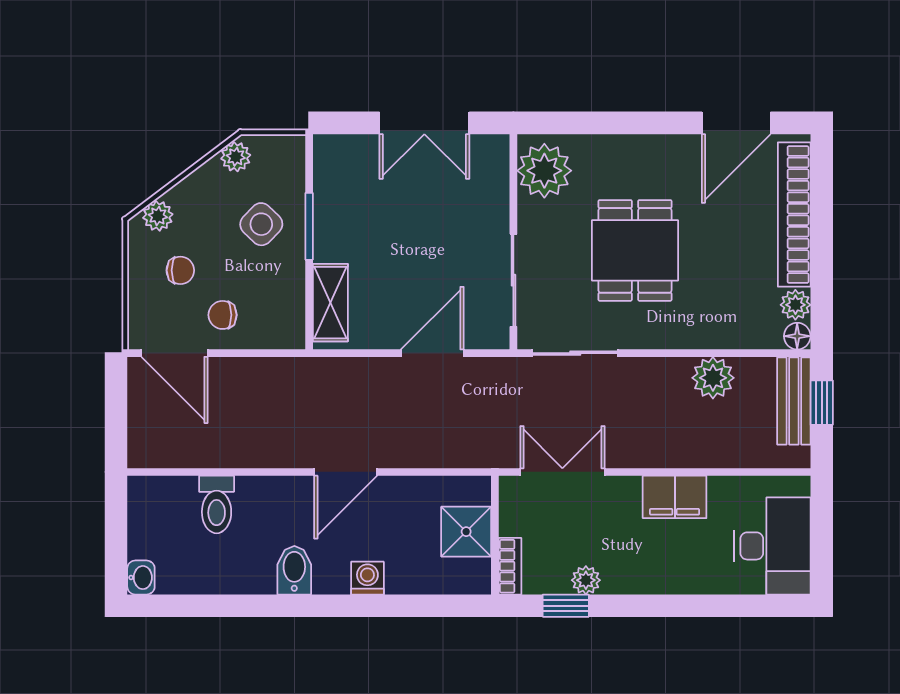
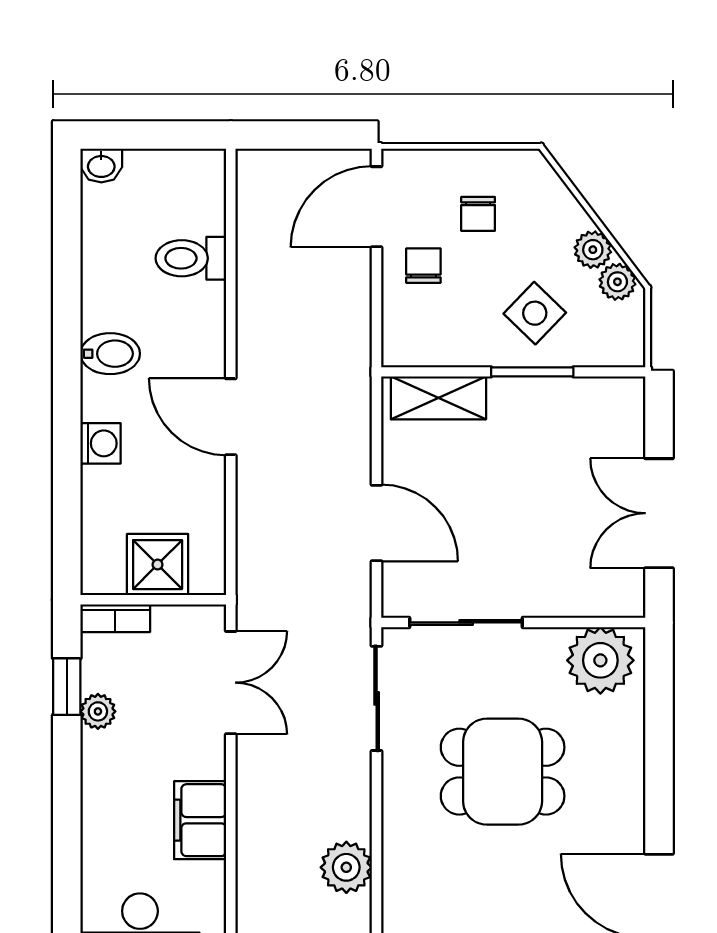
plant: (158, 216) -> (593, 250), moved

